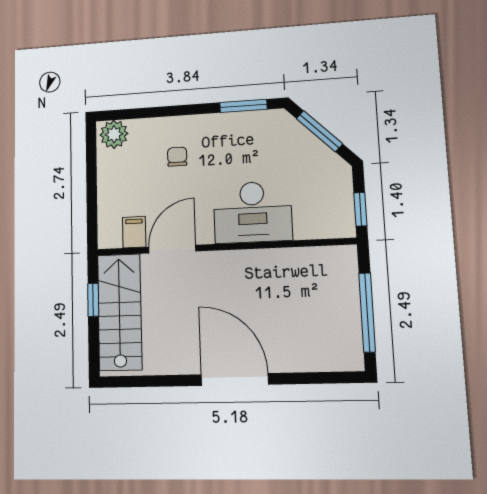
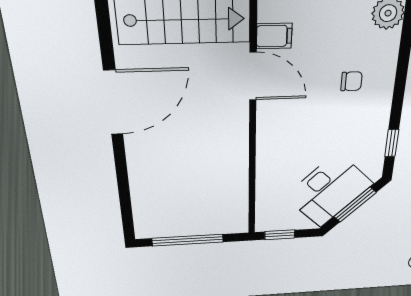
window: (243, 106) -> (392, 143), width x0.67
desk: (253, 212) -> (329, 190), moved, turned -135
door: (235, 379) -> (113, 103), moved

